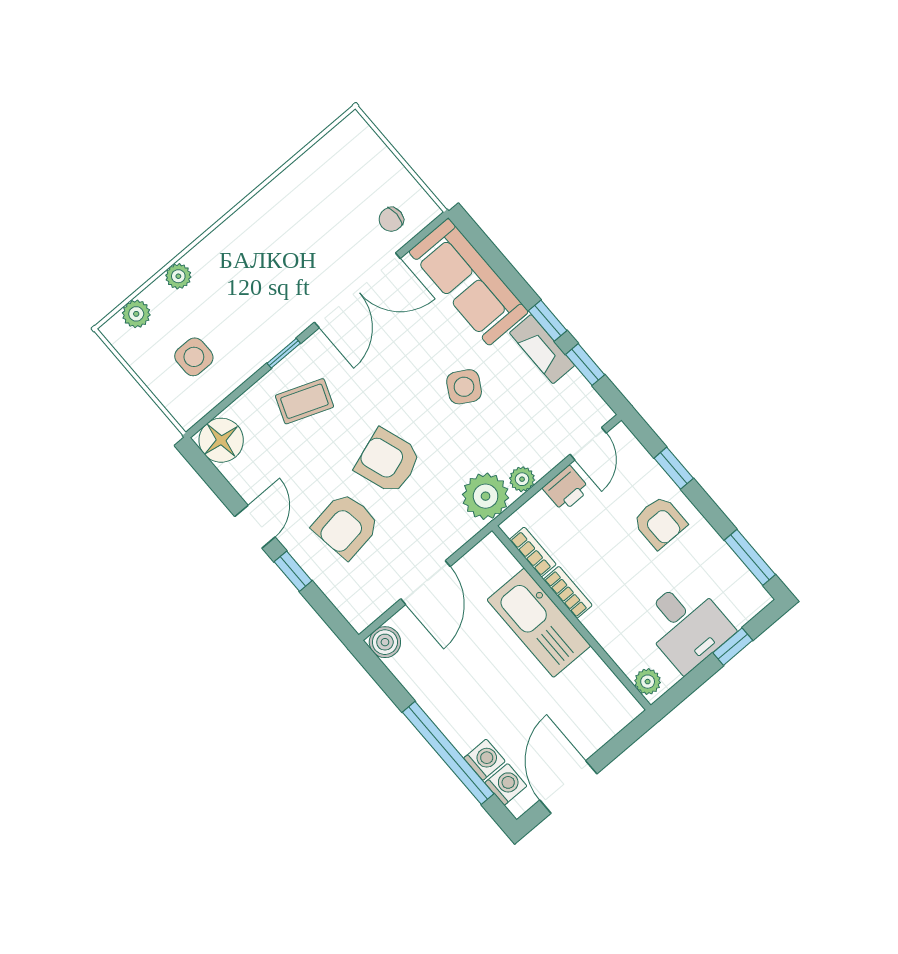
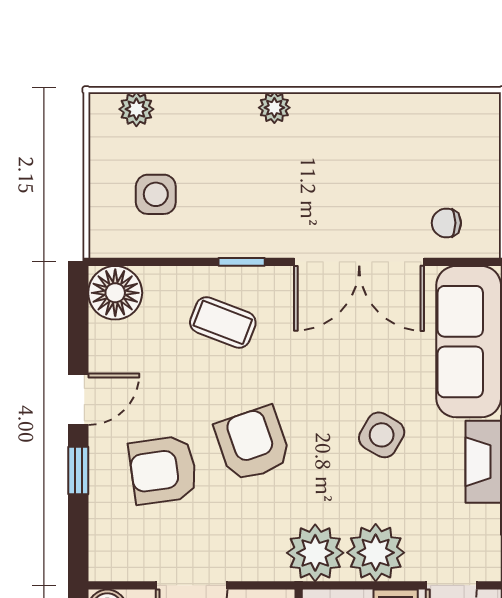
plant: (178, 276) -> (274, 108), moved
plant: (522, 479) -> (376, 553), width x1.87, depth x1.87

